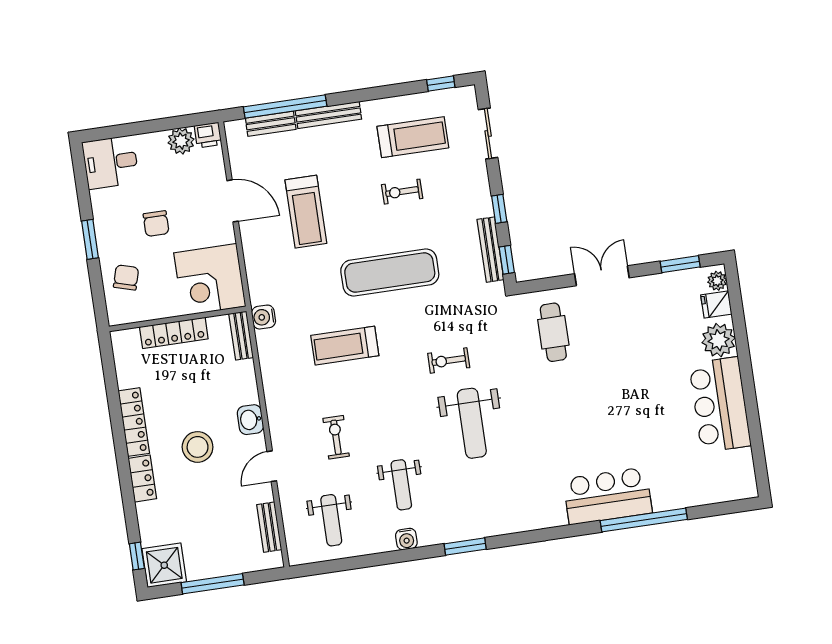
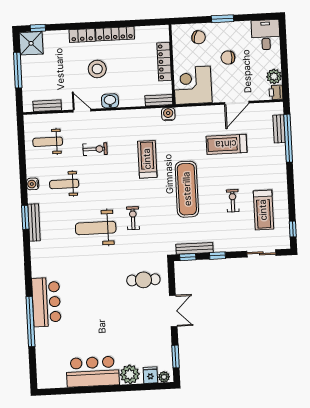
bench: (328, 115) -> (34, 222), moved

